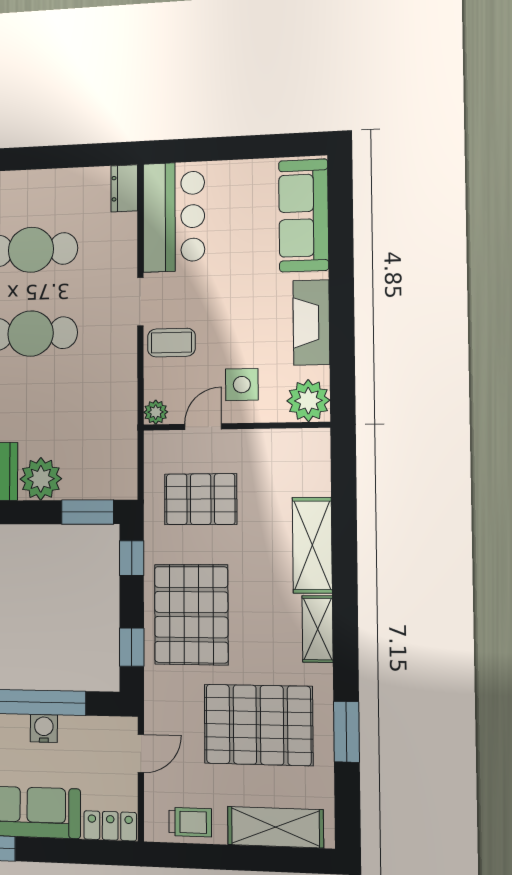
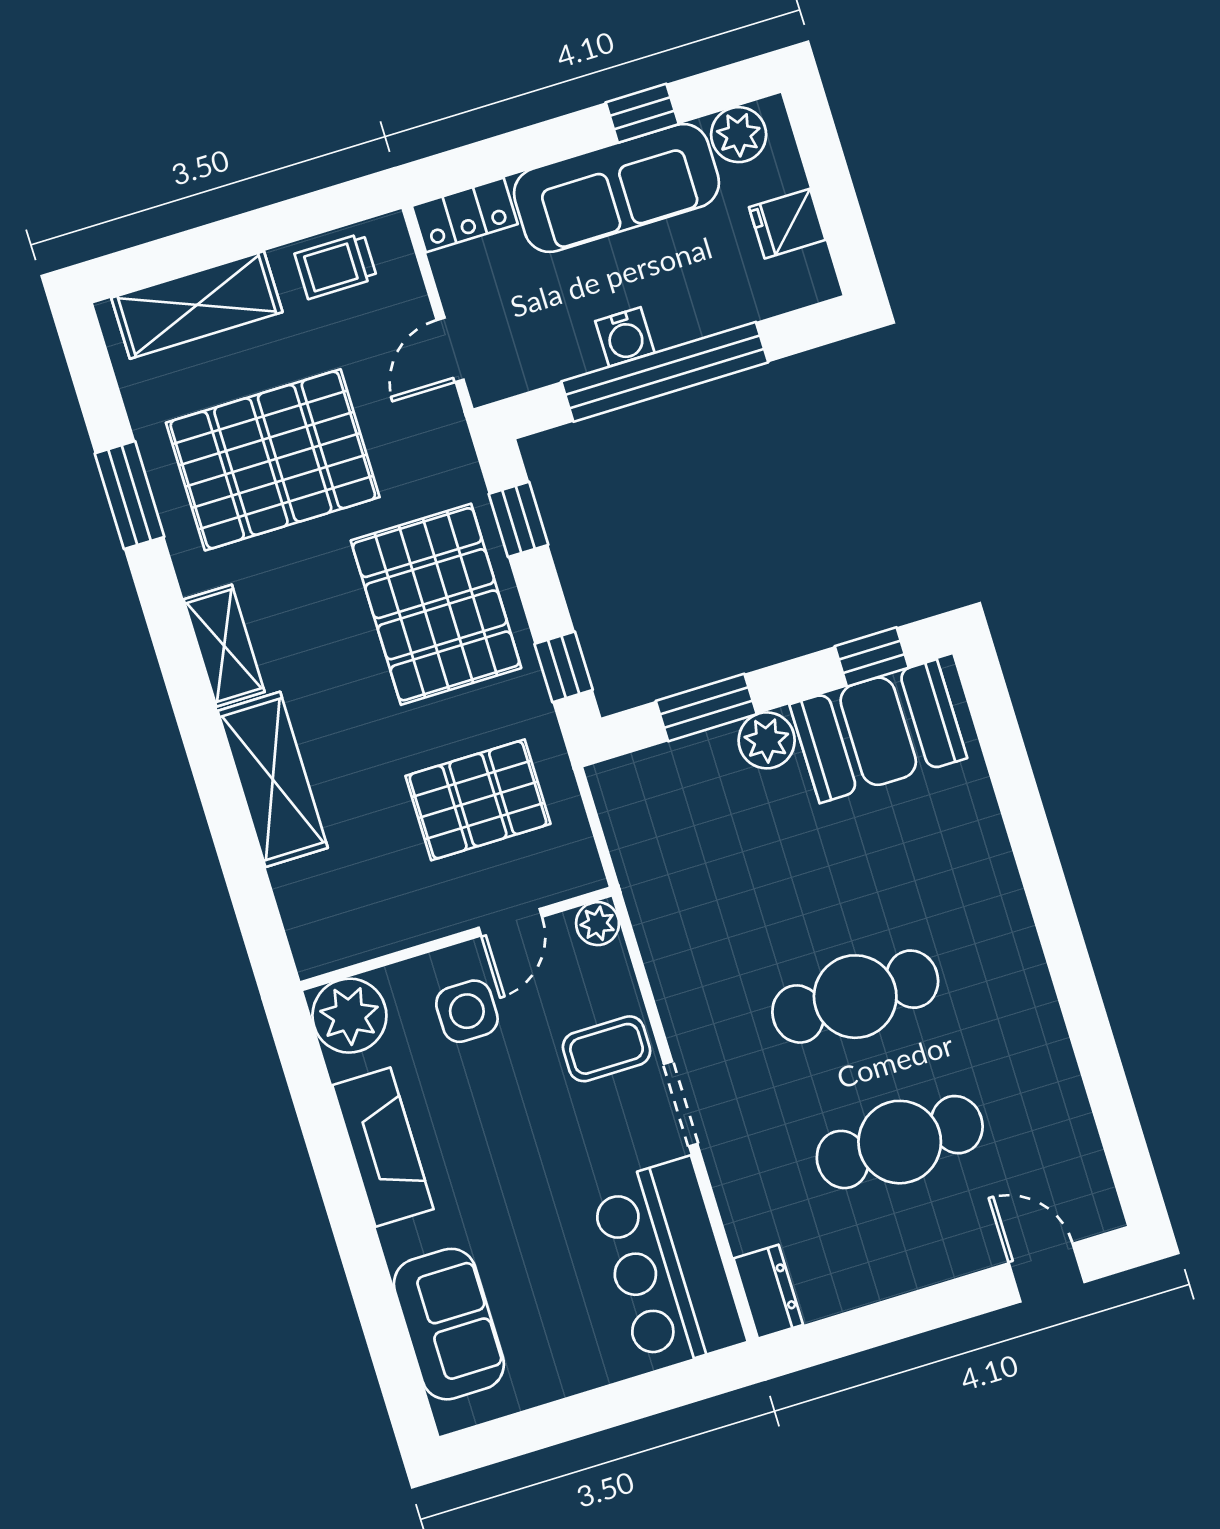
sofa: (304, 215) -> (449, 1324), width x0.73
plant: (41, 479) -> (767, 740), width x0.73, depth x0.73
window: (88, 512) -> (706, 708), moved

